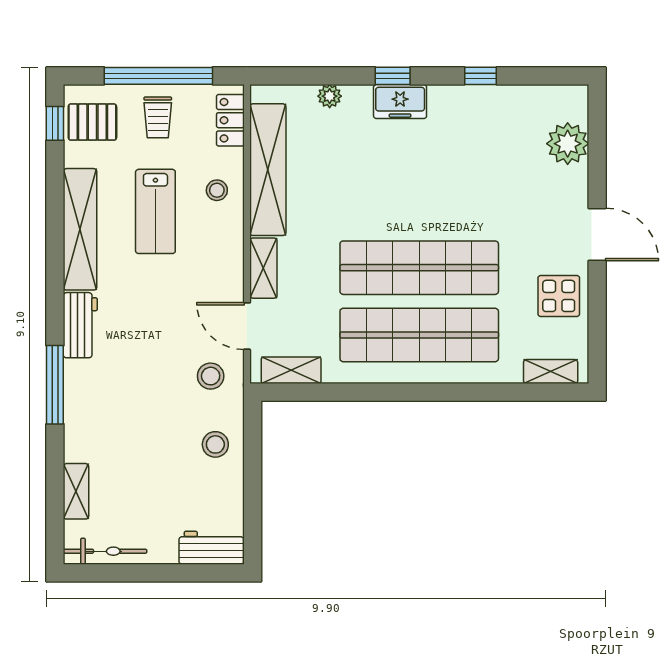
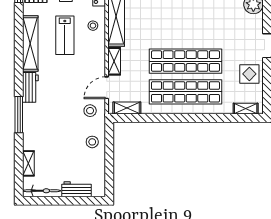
door: (247, 326) -> (107, 88), hinge flipped
workbench: (211, 548) -> (76, 189), moved

